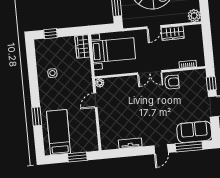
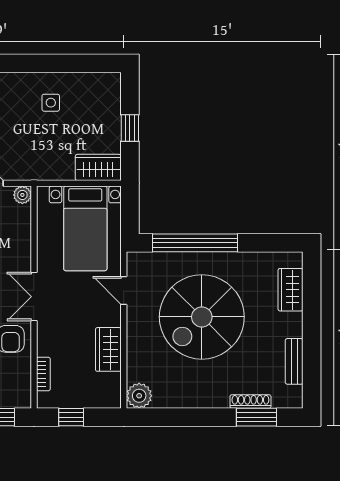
door: (154, 27) -> (124, 291), moved
window: (51, 34) -> (130, 128), moved
window: (208, 48) -> (71, 417), added

